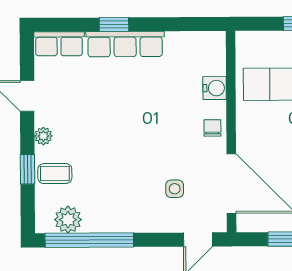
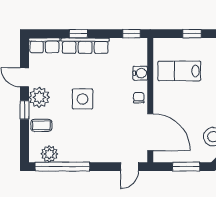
window: (200, 24) -> (132, 34), added
plant: (43, 136) -> (39, 97), width x1.87, depth x1.87
window: (27, 169) -> (25, 110), moved
side table: (175, 189) -> (83, 99), moved, width x1.87, depth x1.87

